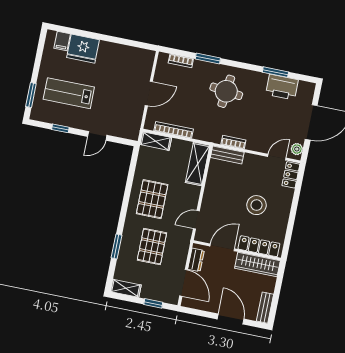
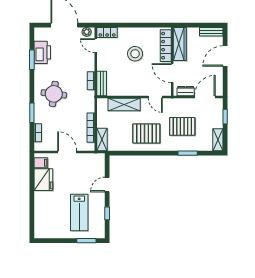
filing cabinet: (62, 41) -> (41, 163), moved
fridge: (83, 49) -> (43, 180), moved
door: (97, 136) -> (107, 185), swing flipped
shelving: (198, 164) -> (124, 104), moved

